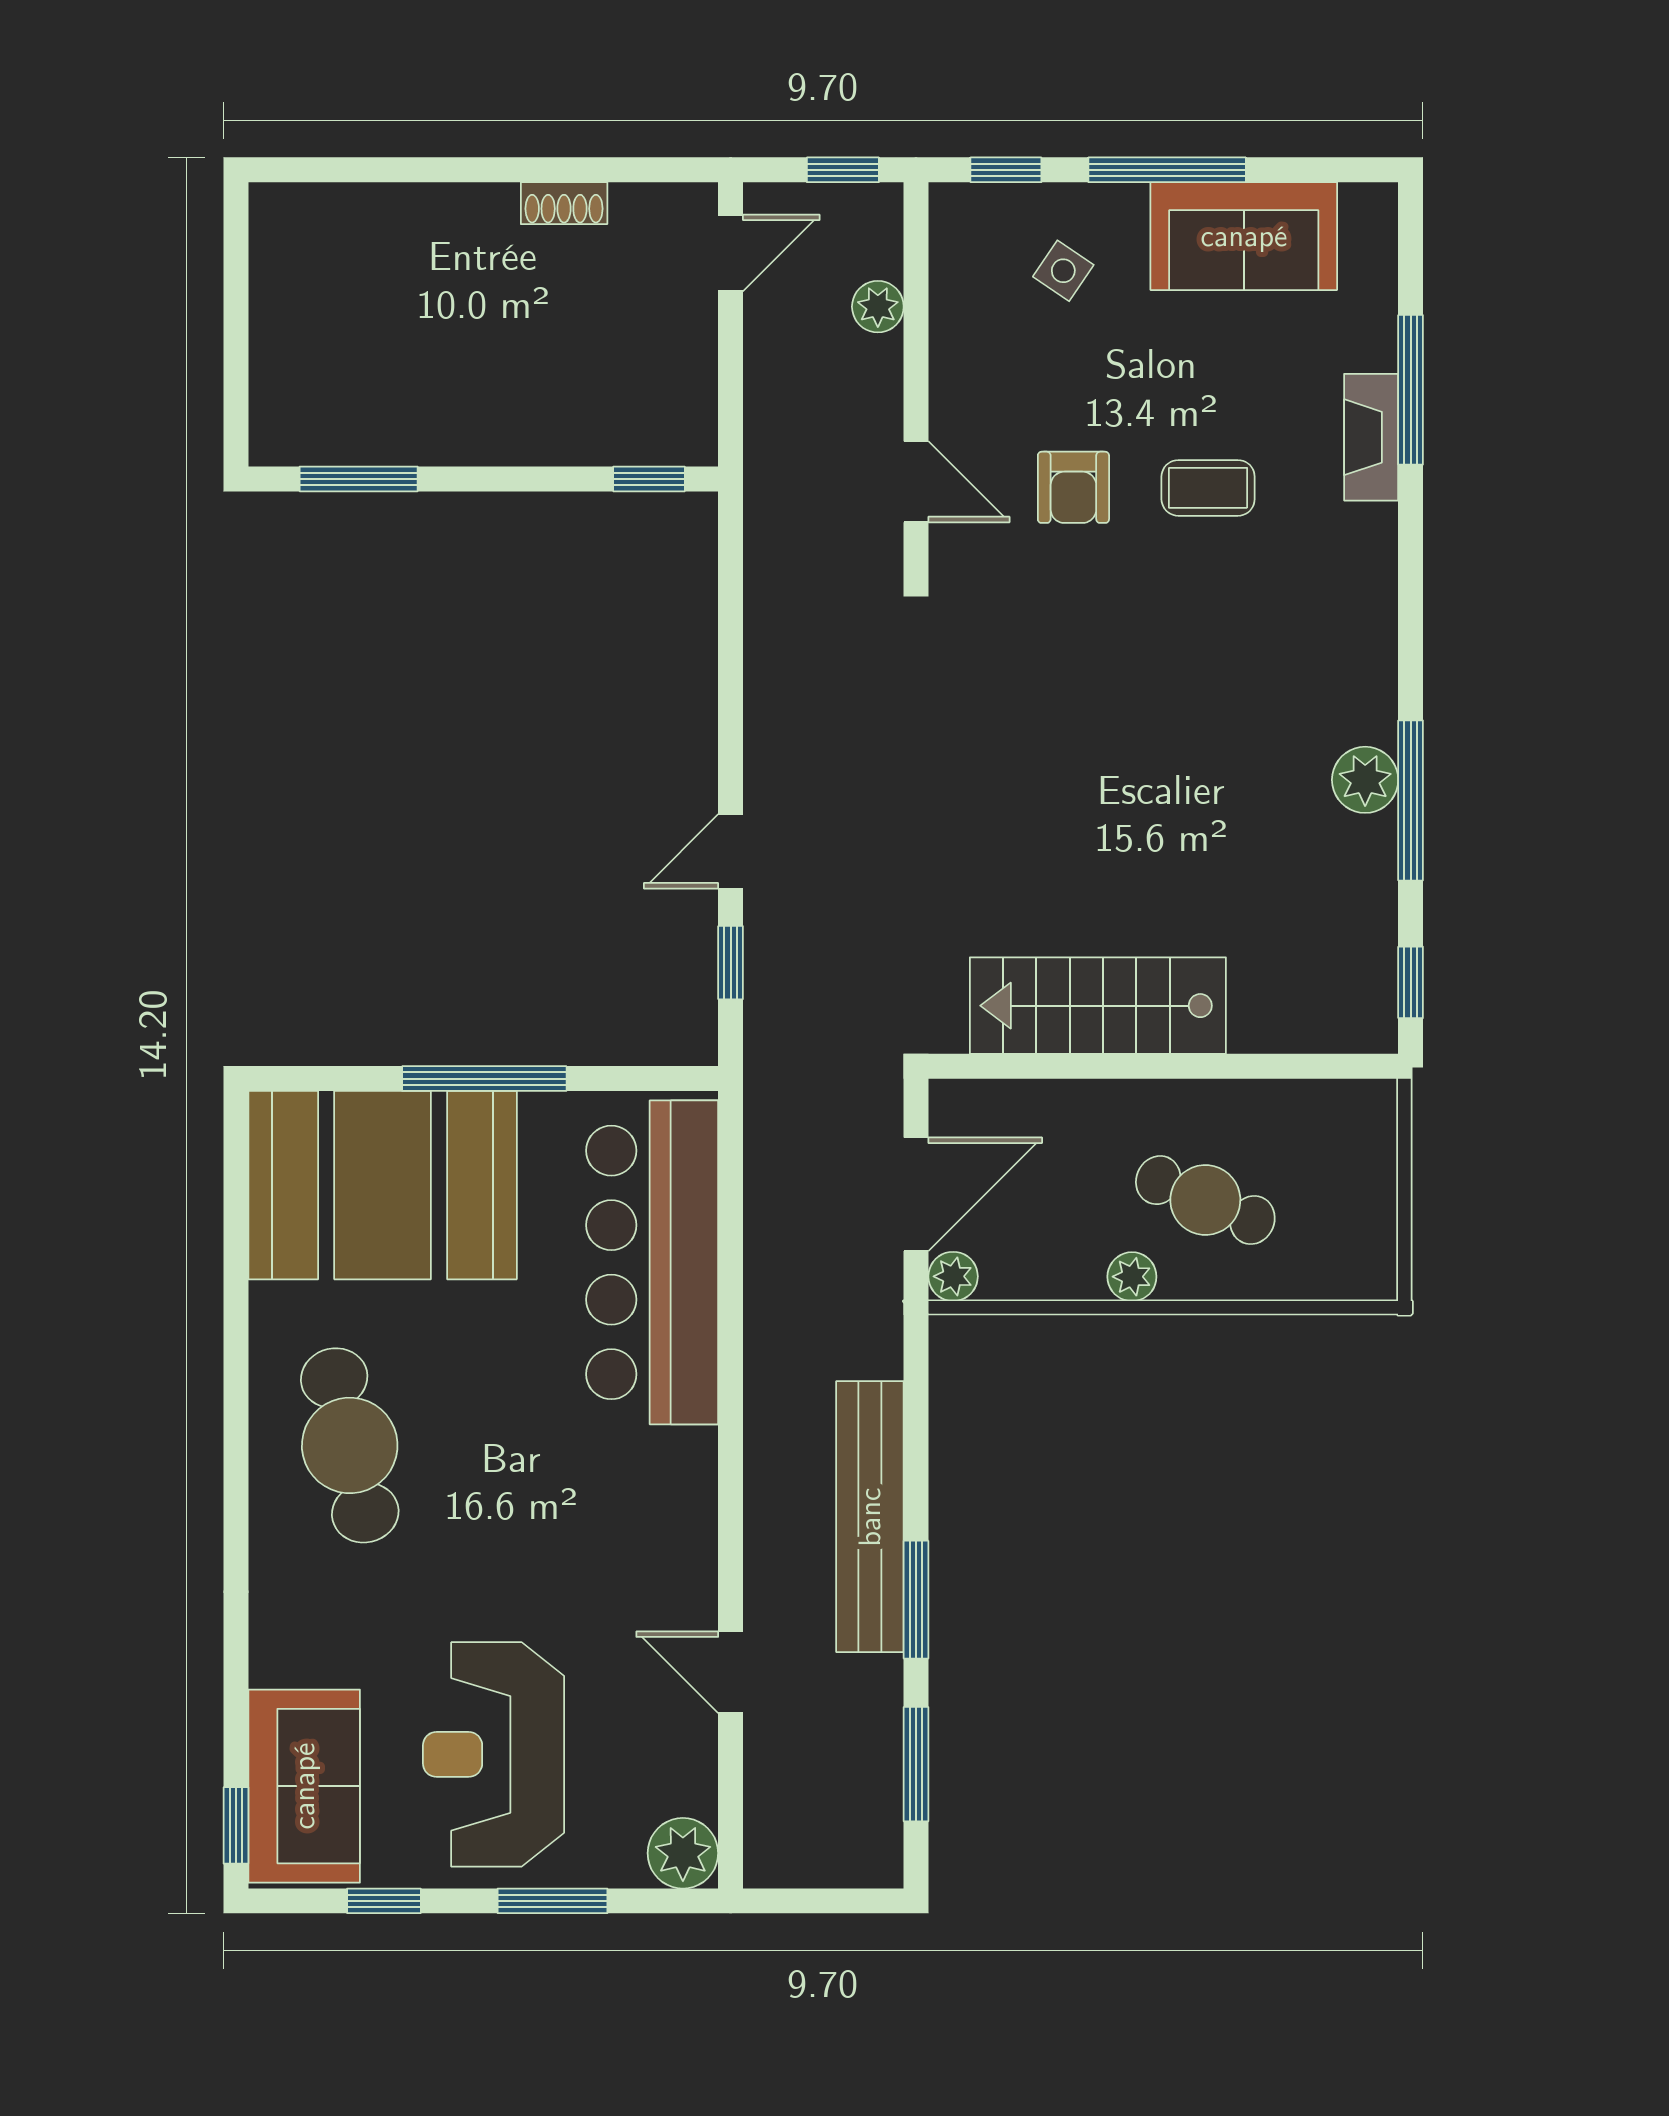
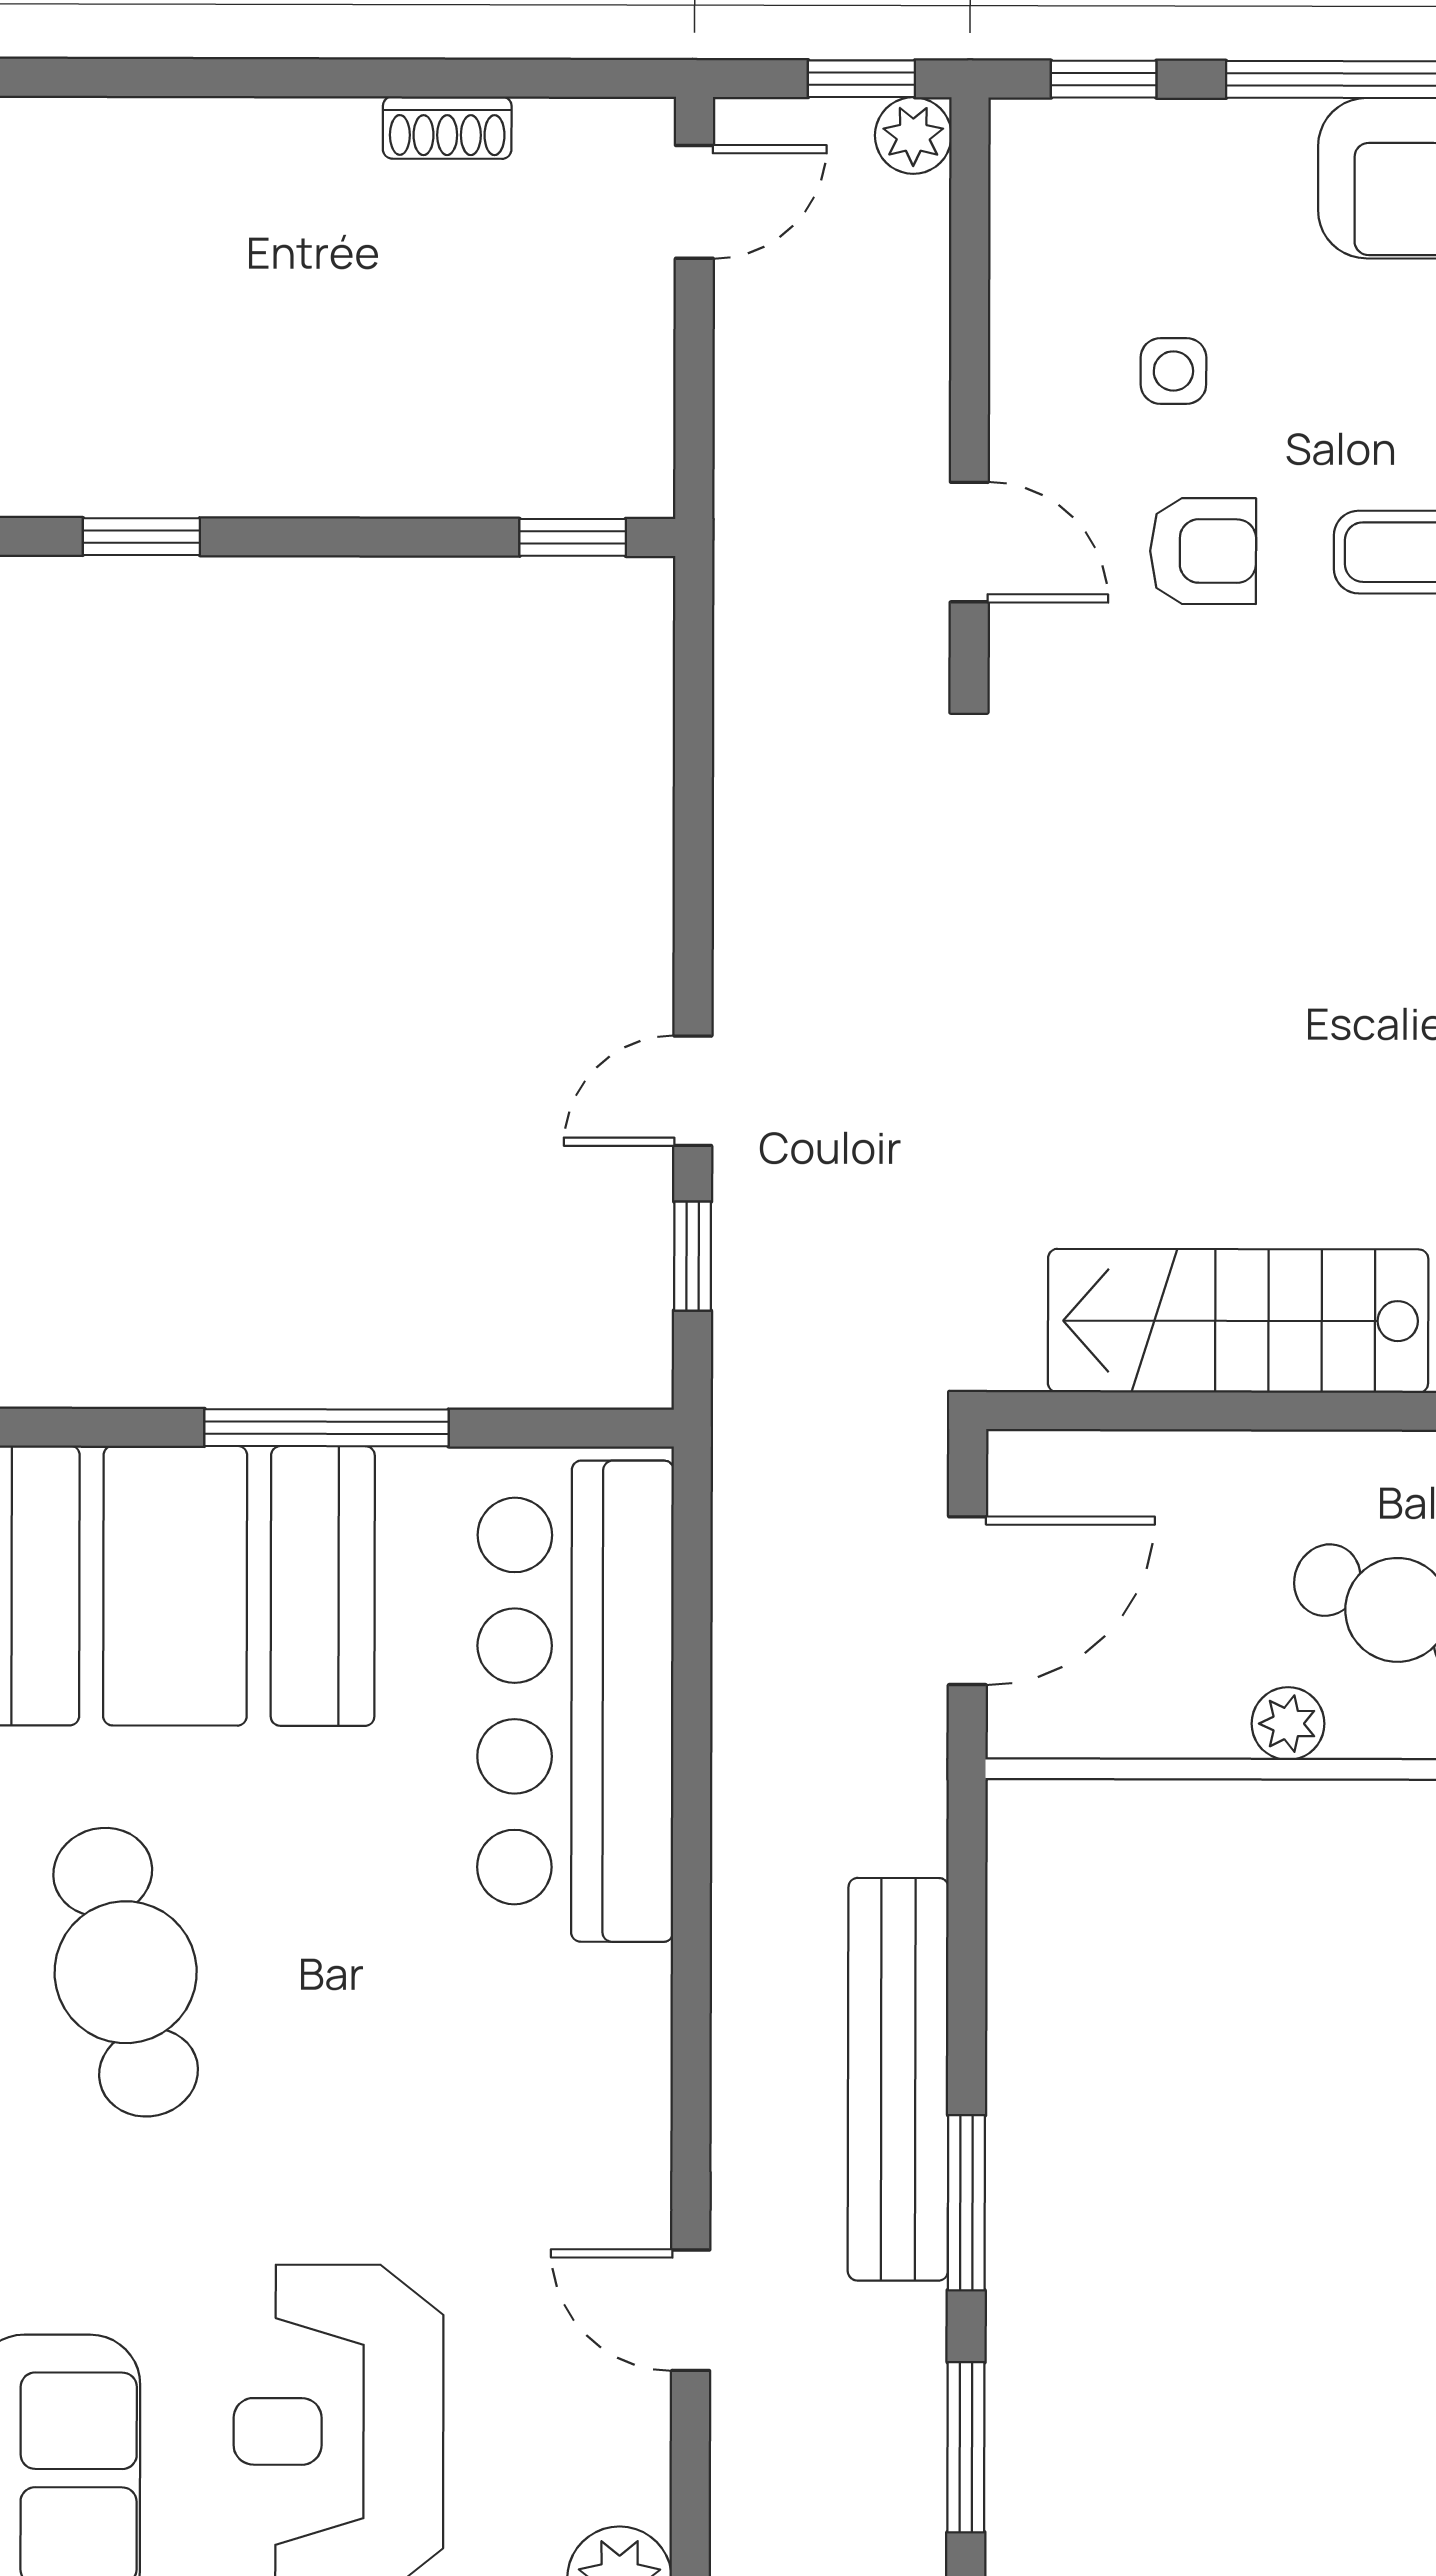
side table: (1063, 271) -> (1173, 371), moved, turned -34
plant: (878, 307) -> (913, 136), moved
window: (359, 479) -> (141, 537), width x0.67
armchair: (1073, 487) -> (1203, 551), turned -90
plant: (953, 1276) -> (1022, 1723), removed

